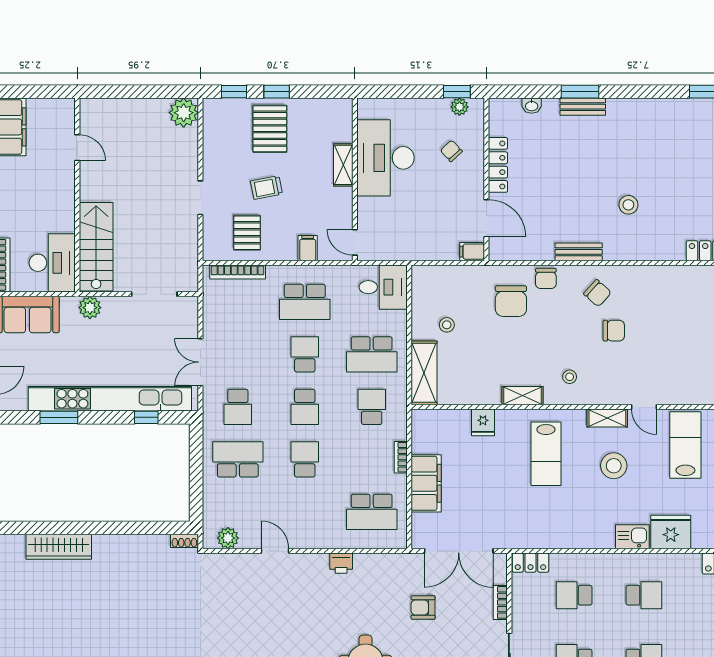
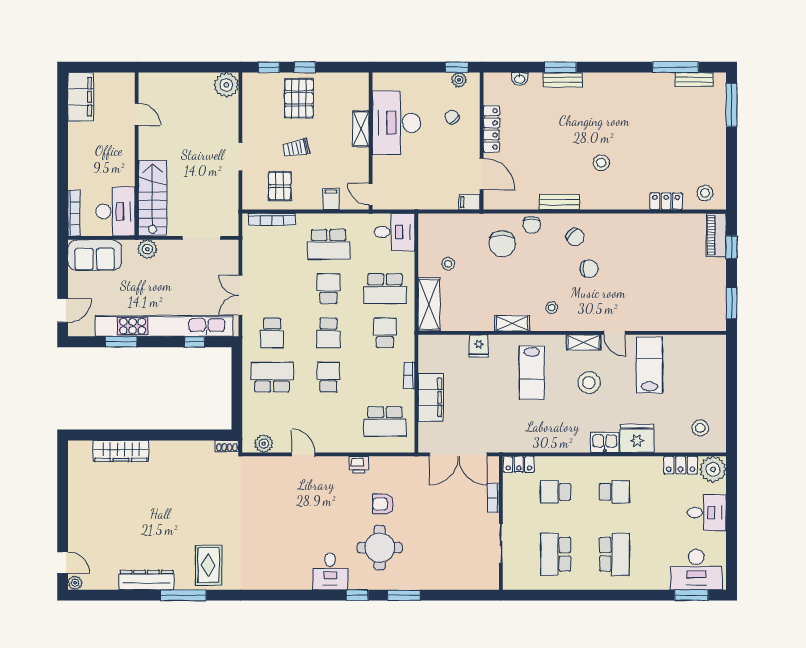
armchair: (423, 607) -> (383, 504), moved

